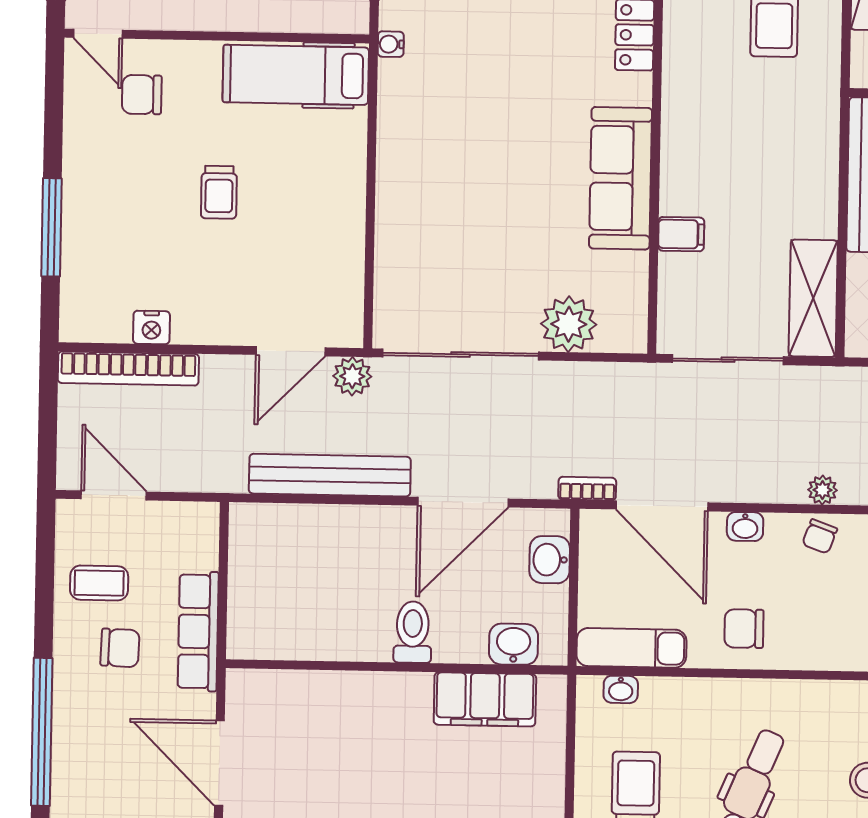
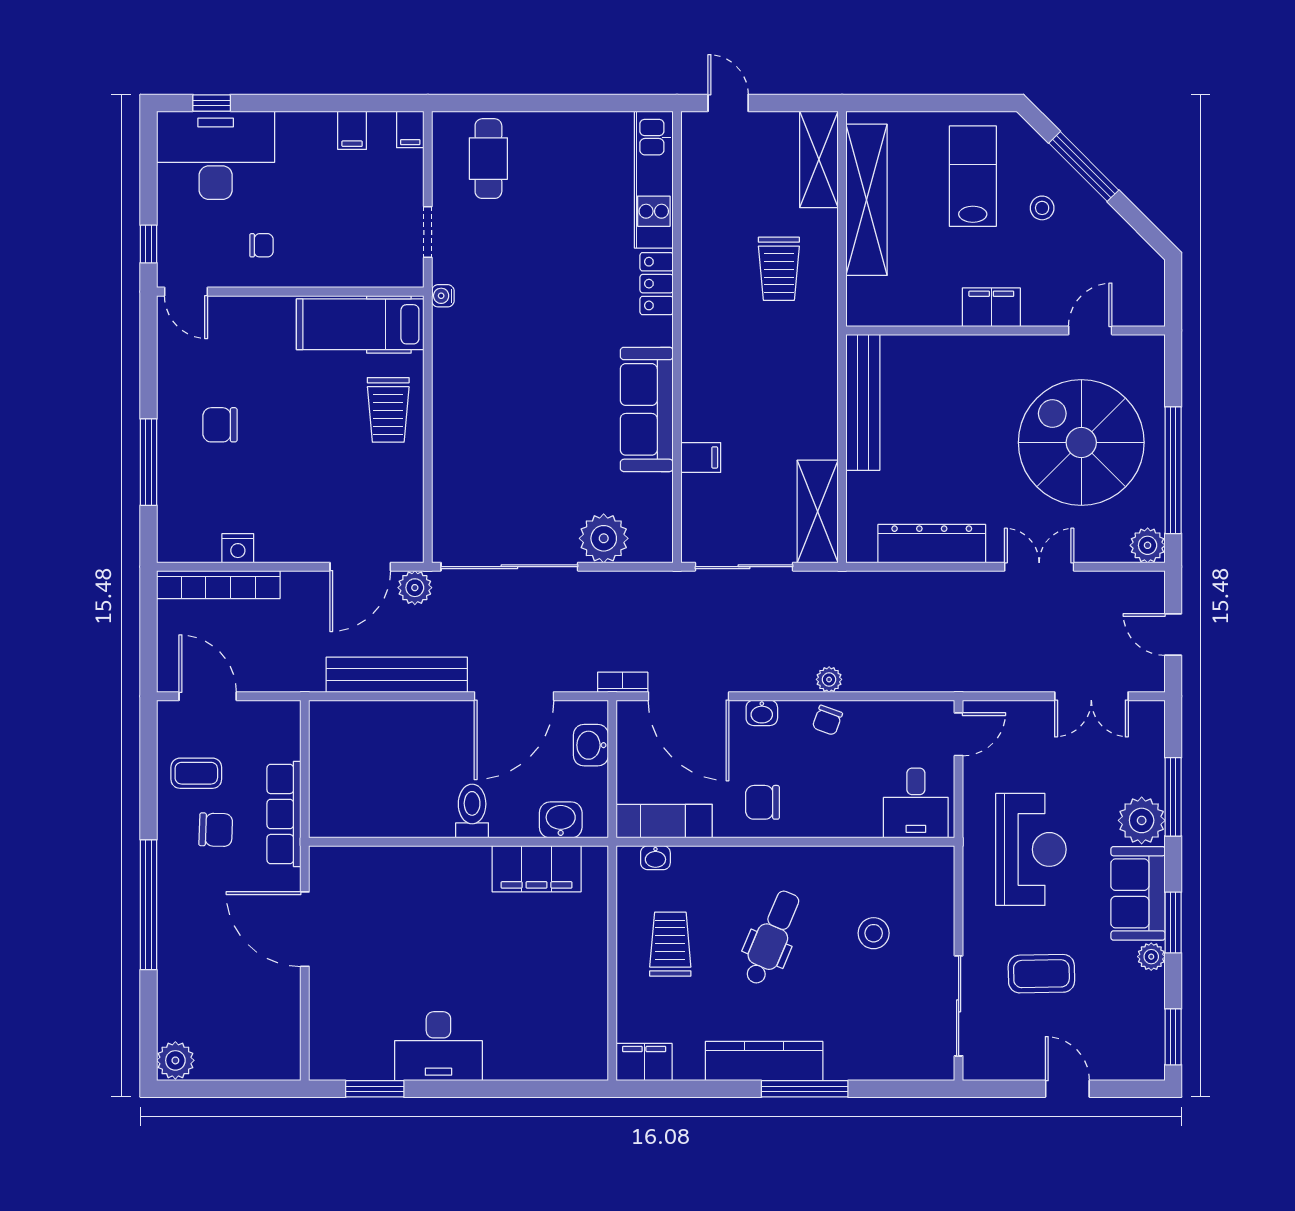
chair: (142, 95) -> (220, 425), moved
trolley: (219, 192) -> (388, 410), moved, width x1.36, depth x1.39

